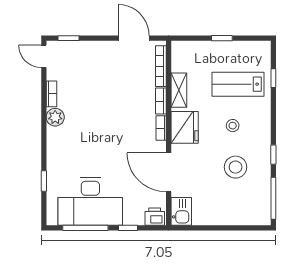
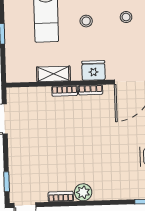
bookcase: (161, 66) -> (31, 92), removed
fridge: (185, 127) -> (93, 70), width x0.73, depth x0.75
stool: (236, 167) -> (126, 17), width x0.53, depth x0.53

